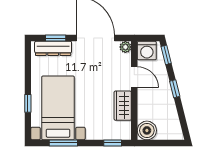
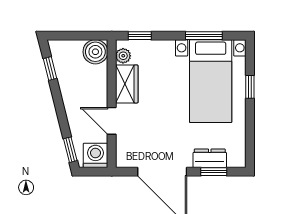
plant: (125, 47) -> (123, 56), moved
dresser: (53, 48) -> (210, 158), width x0.70
window: (175, 89) -> (50, 69), moved

